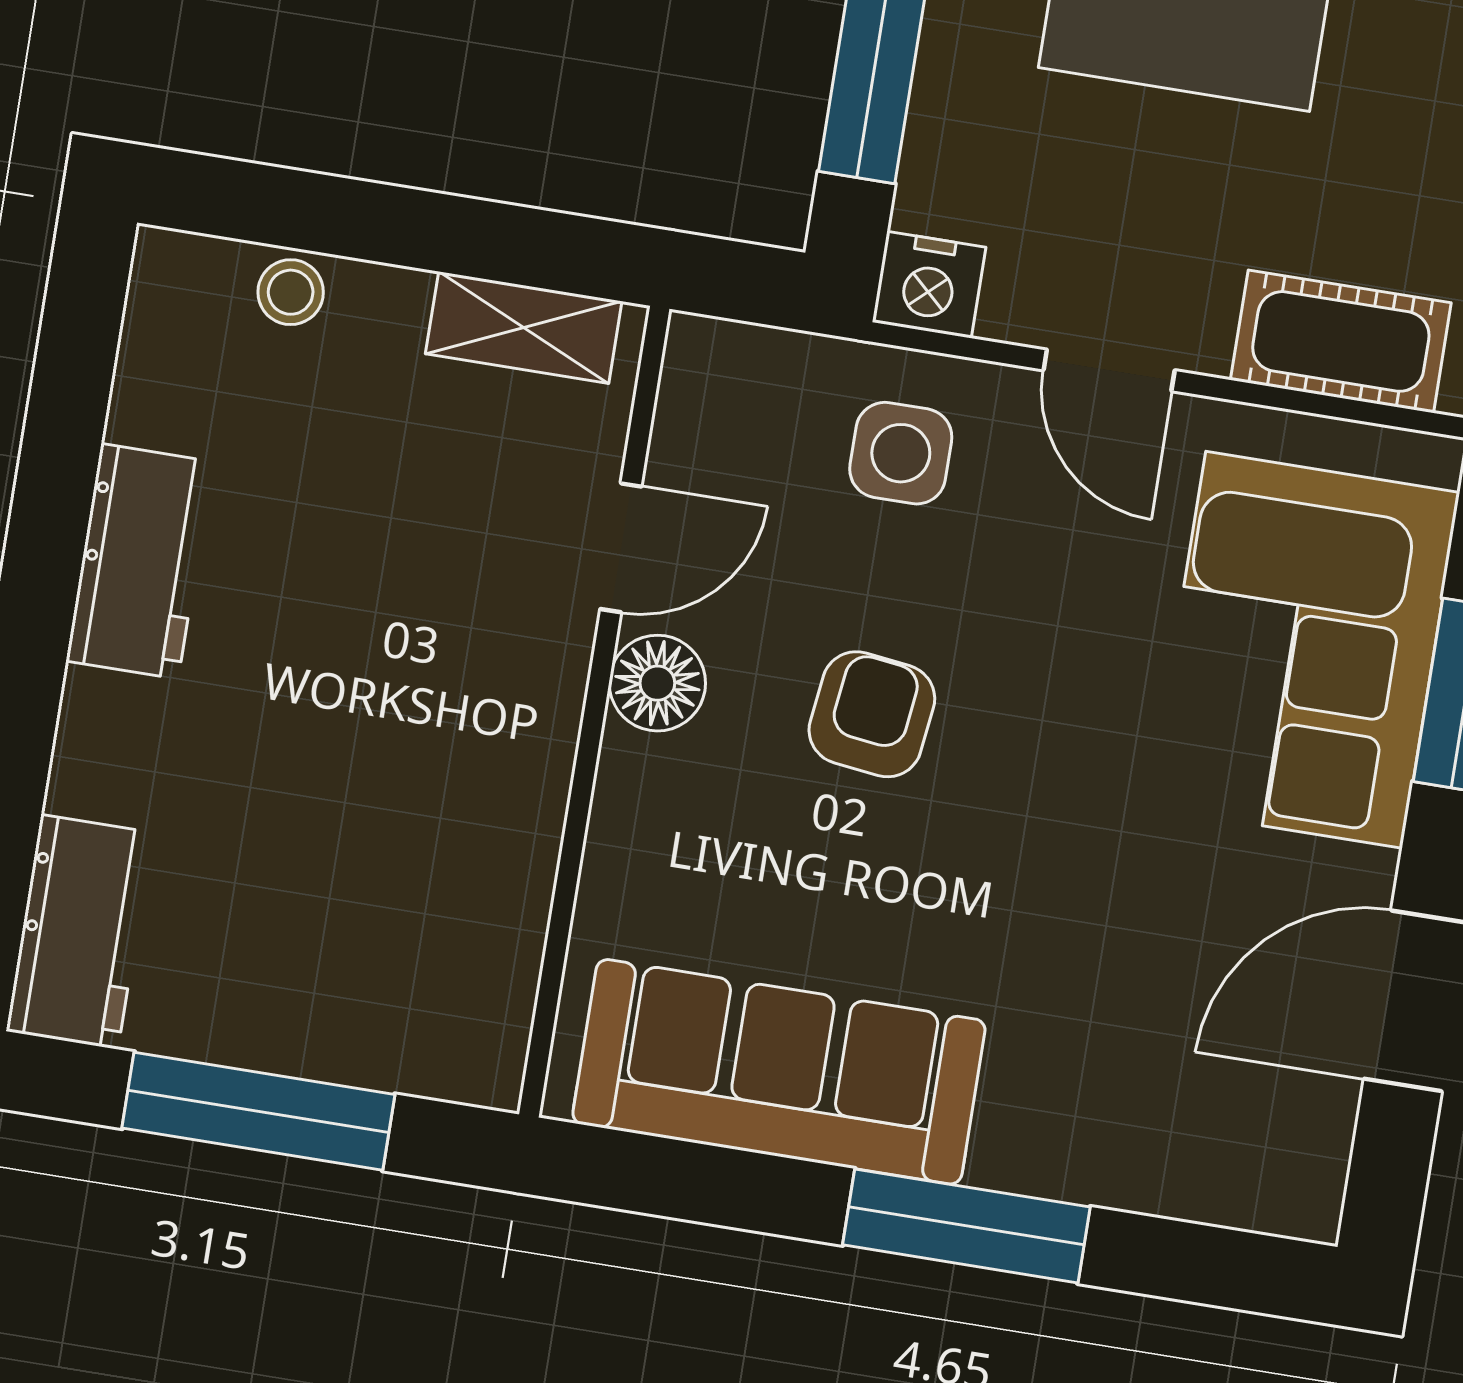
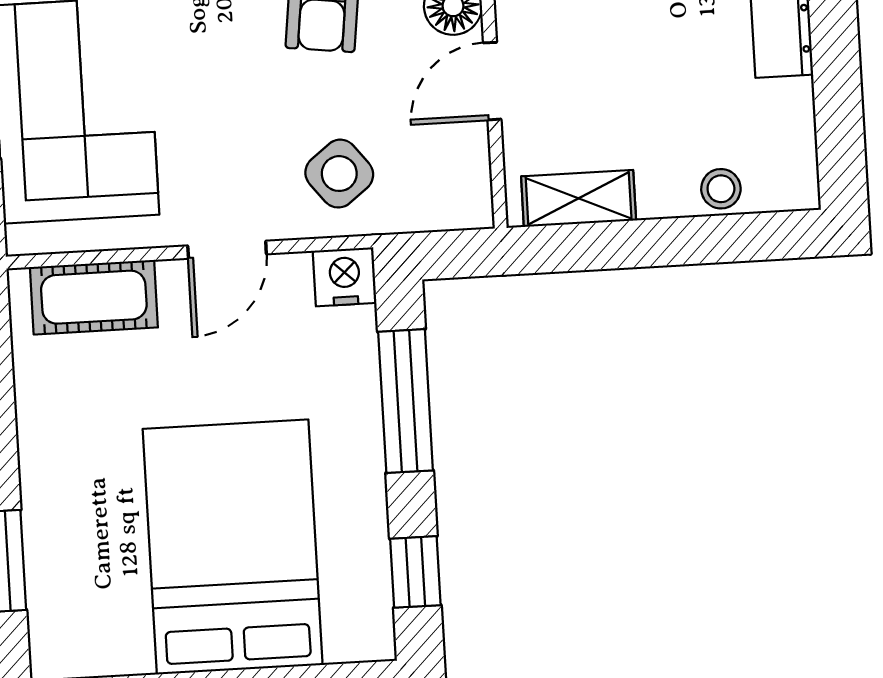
door: (1109, 370) -> (227, 250), swing flipped
side table: (901, 453) -> (339, 174), turned -38

